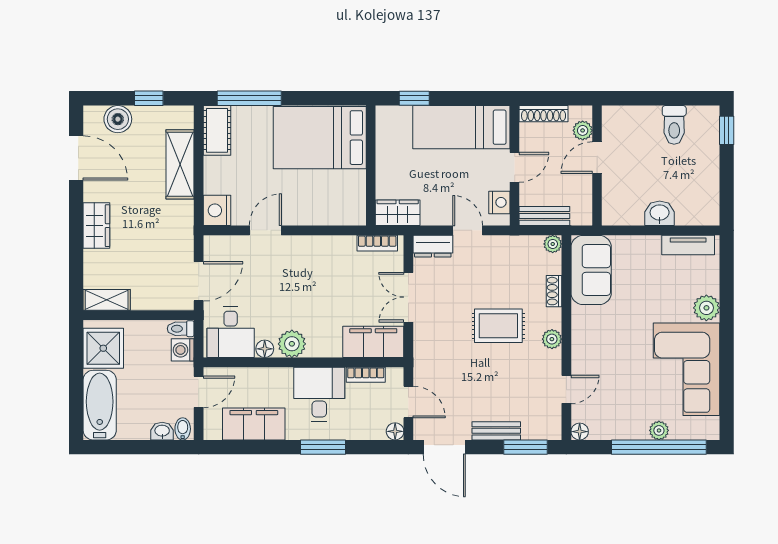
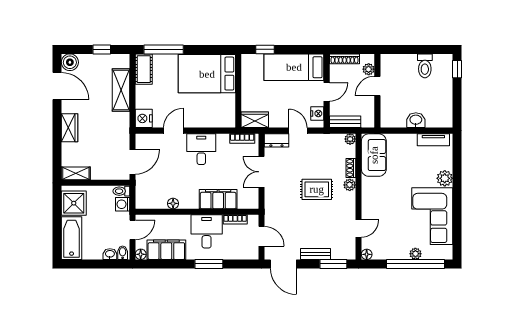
boiler: (118, 119) -> (70, 62), moved
desk: (231, 332) -> (201, 149), moved, turned 180
plant: (552, 339) -> (350, 185), moved
filing cabinet: (373, 342) -> (218, 199), moved
plant: (292, 344) -> (190, 200), removed
floor lamp: (395, 431) -> (141, 254), moved

